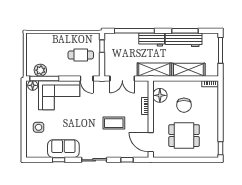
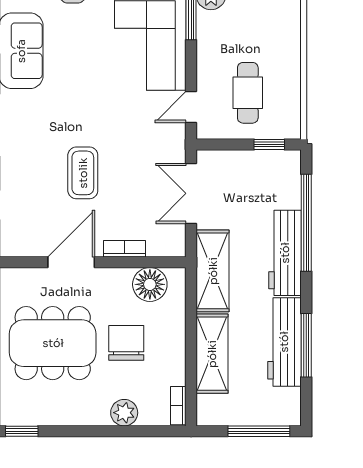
workbench: (152, 40) -> (285, 253), width x1.37
chair: (184, 105) -> (126, 343), turned 90
plant: (213, 106) -> (124, 413), added
dining table: (184, 136) -> (53, 343), width x1.38
door: (151, 142) -> (71, 262), moved

